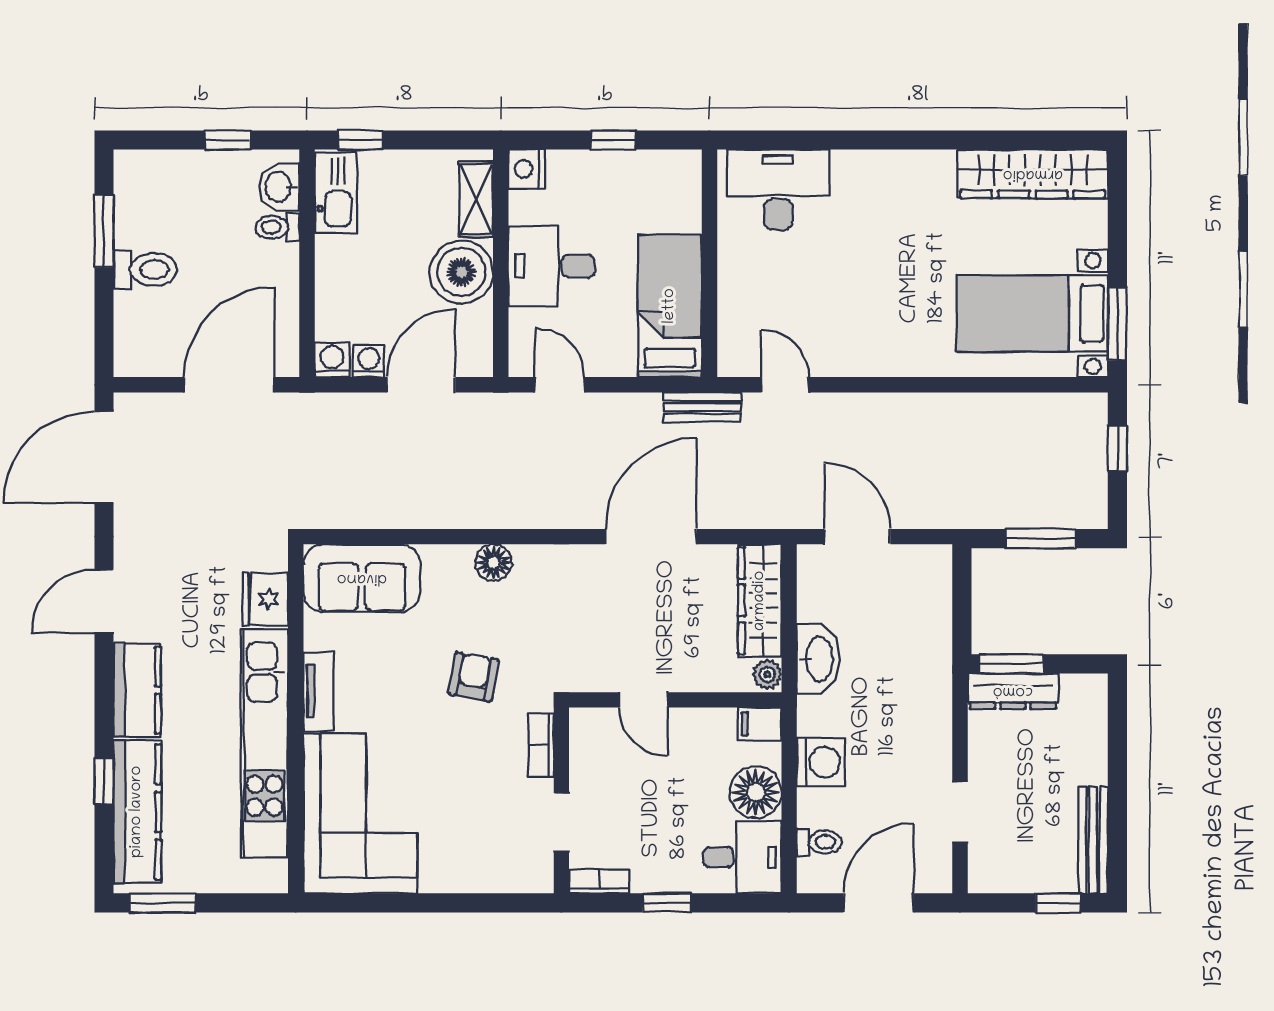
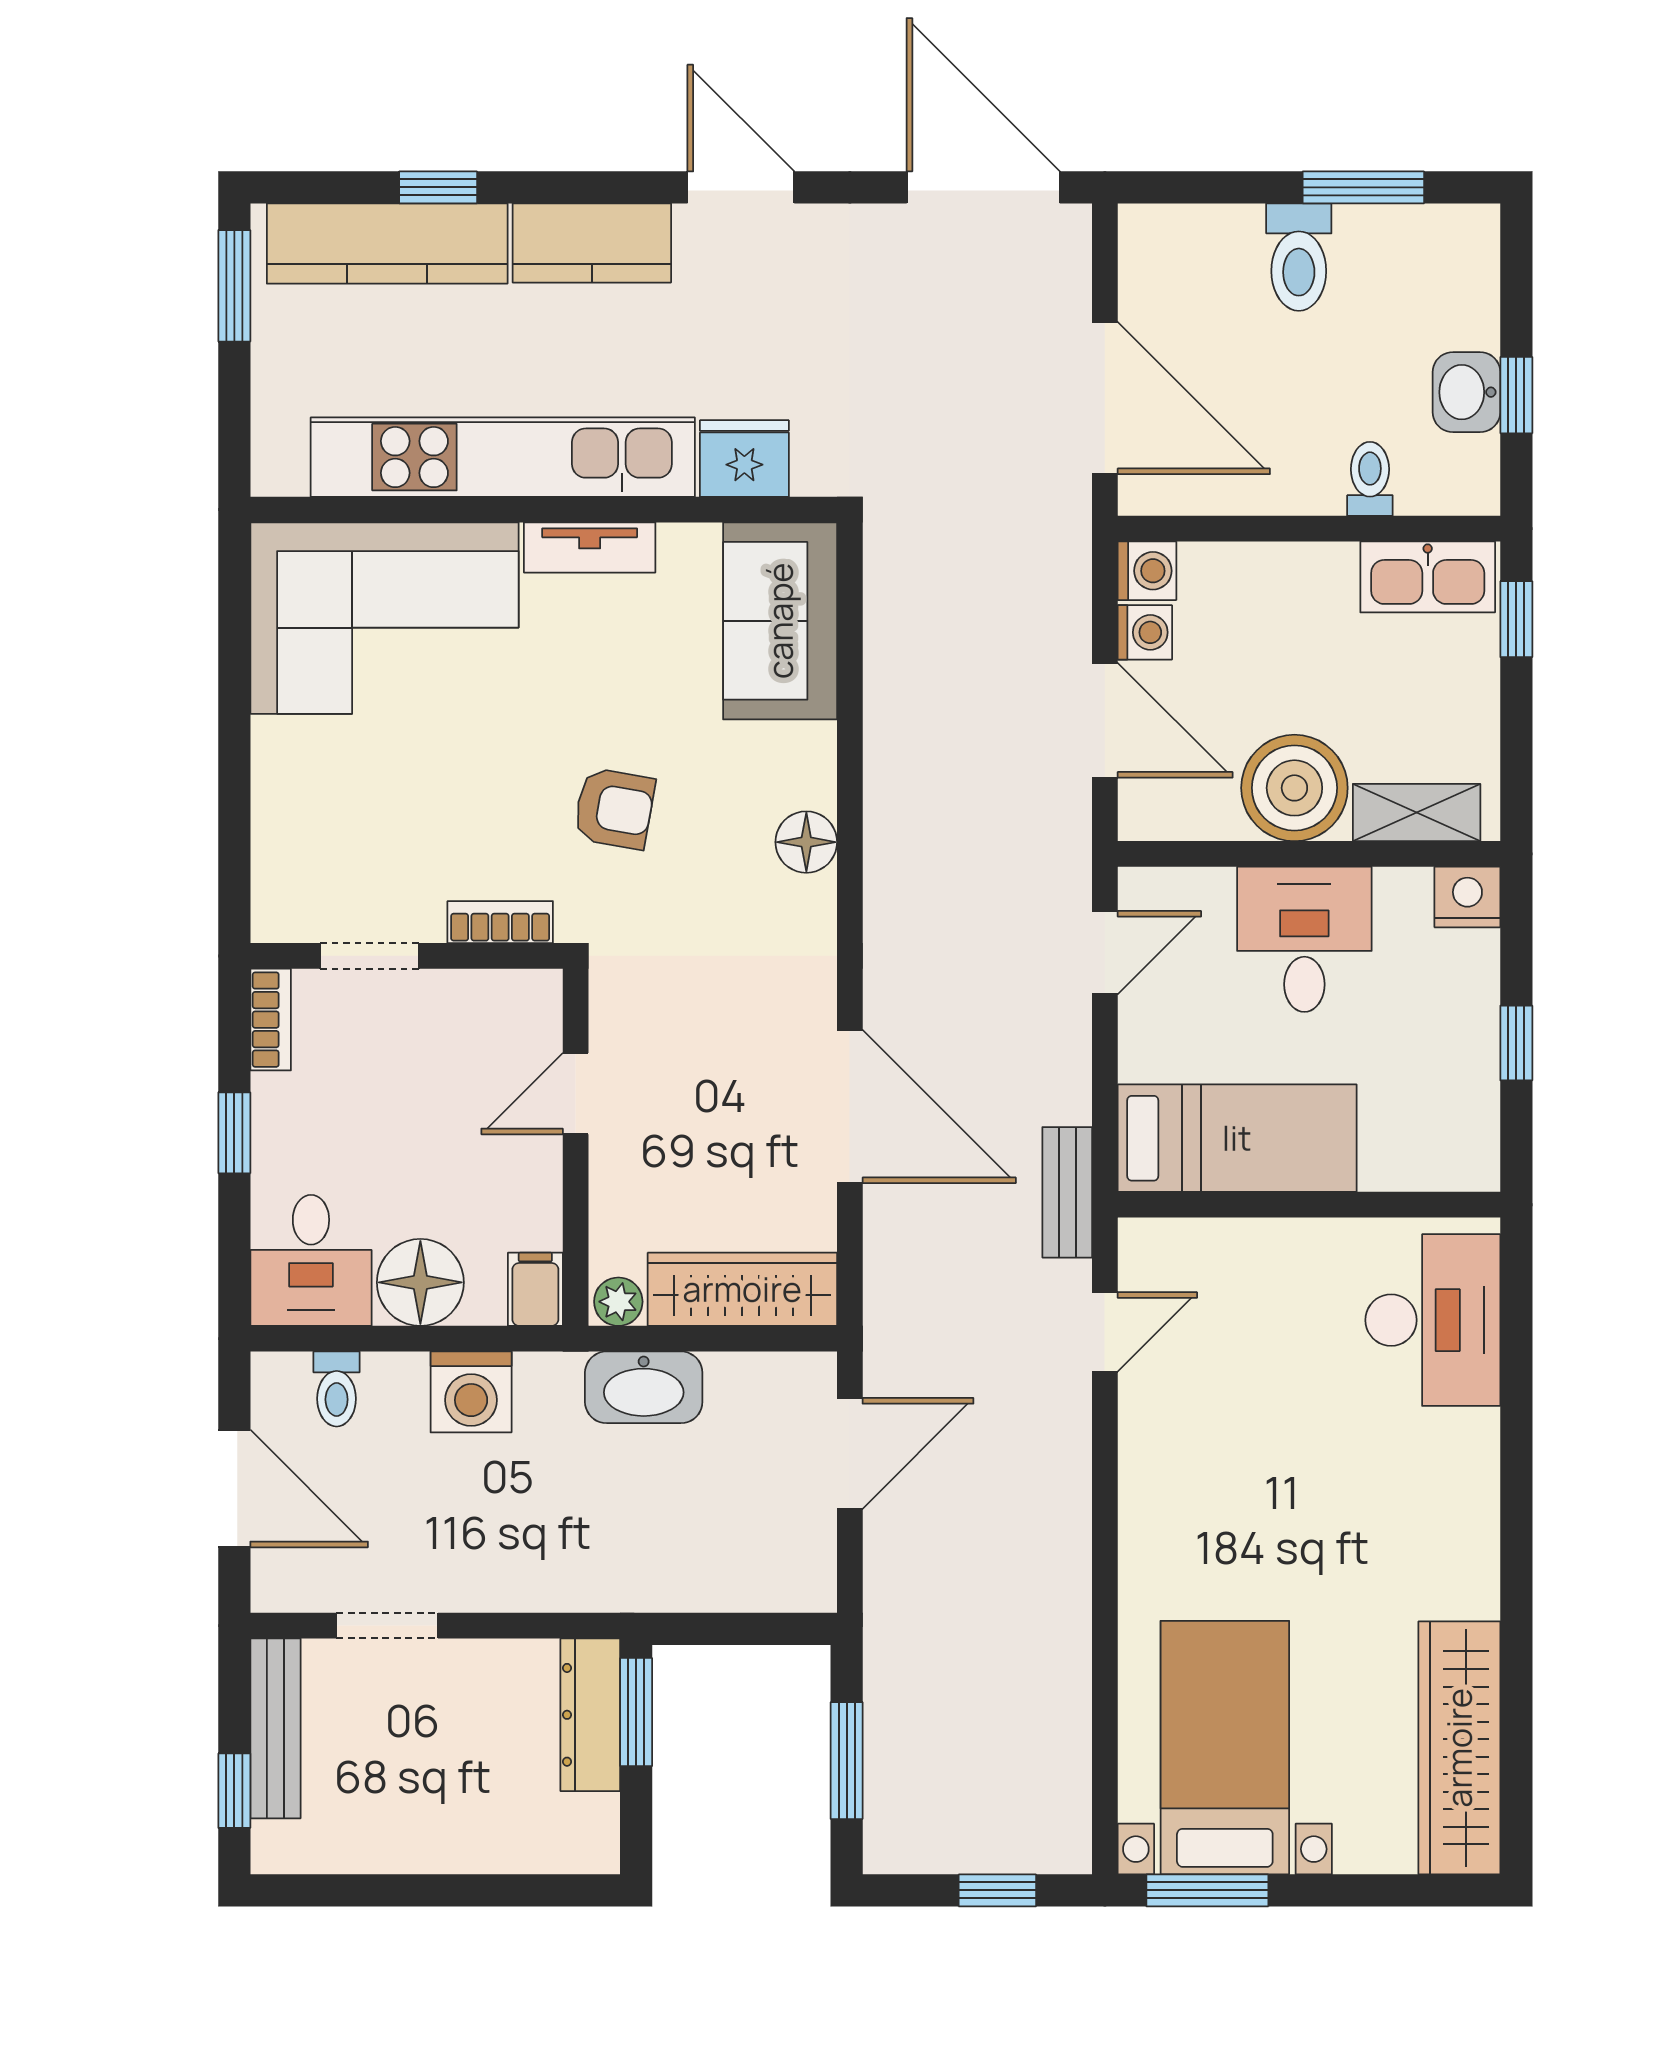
washbasin: (279, 187) -> (1466, 392), moved, turned -90
bench: (1093, 840) -> (275, 1728), moved, turned 90

